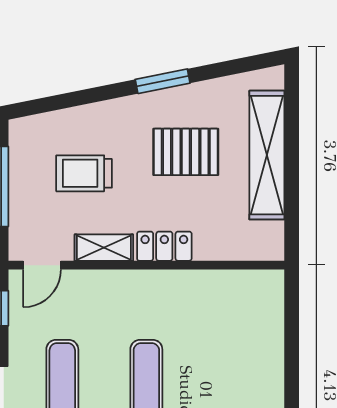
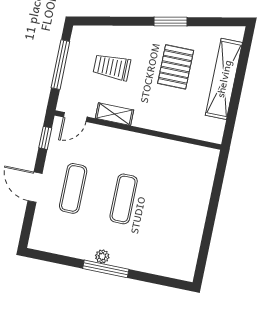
pallet: (186, 152) -> (176, 67), turned 90
locker: (164, 246) -> (151, 121), removed

